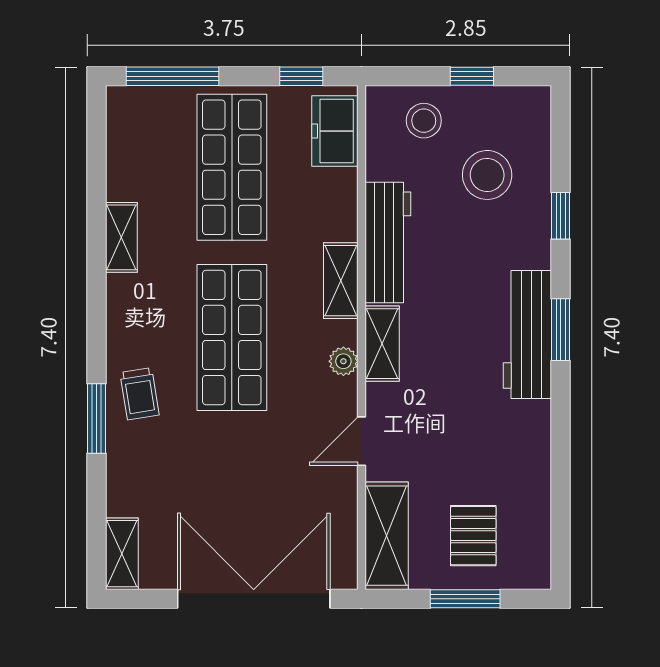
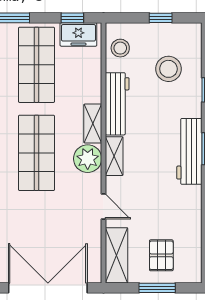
stool: (424, 121) -> (120, 48), moved
freezer: (335, 131) -> (78, 34), moved, turned -90
plant: (343, 361) -> (88, 159), width x1.88, depth x1.88
door: (361, 441) -> (104, 207), swing flipped

